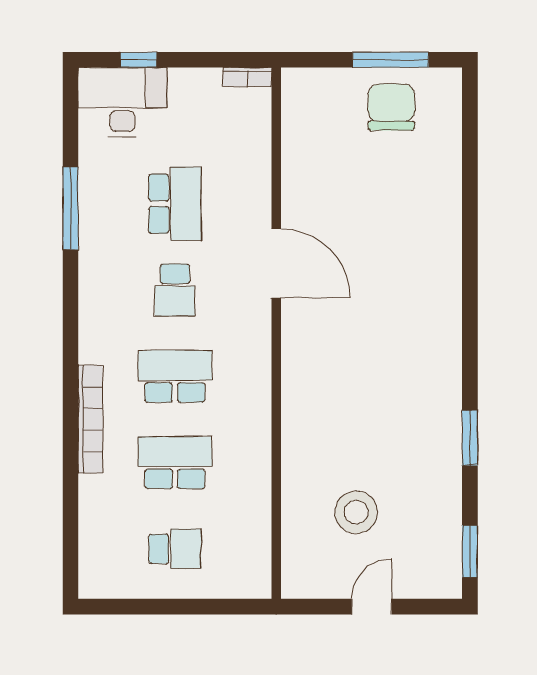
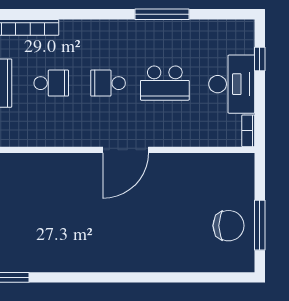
desk: (122, 102) -> (232, 84), moved
school desk: (175, 376) -> (51, 83), width x0.54

